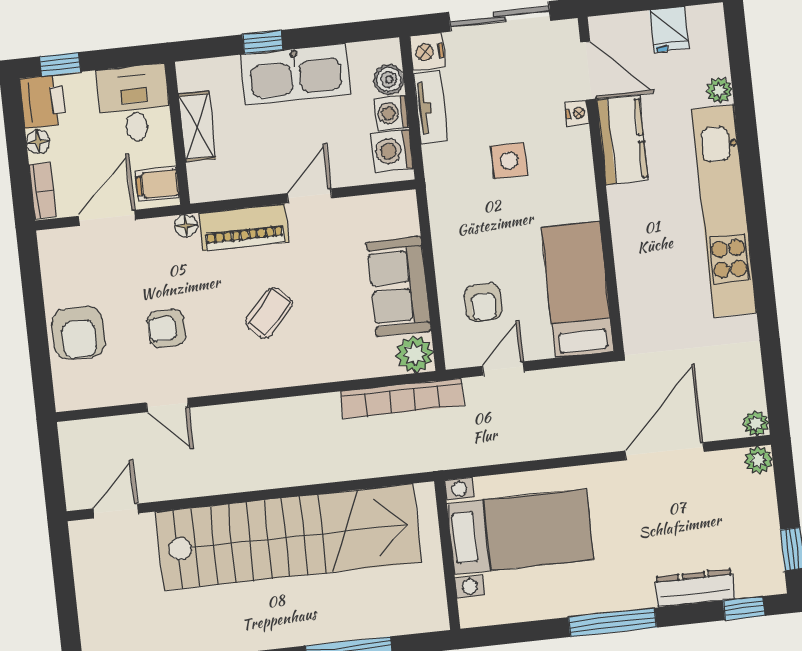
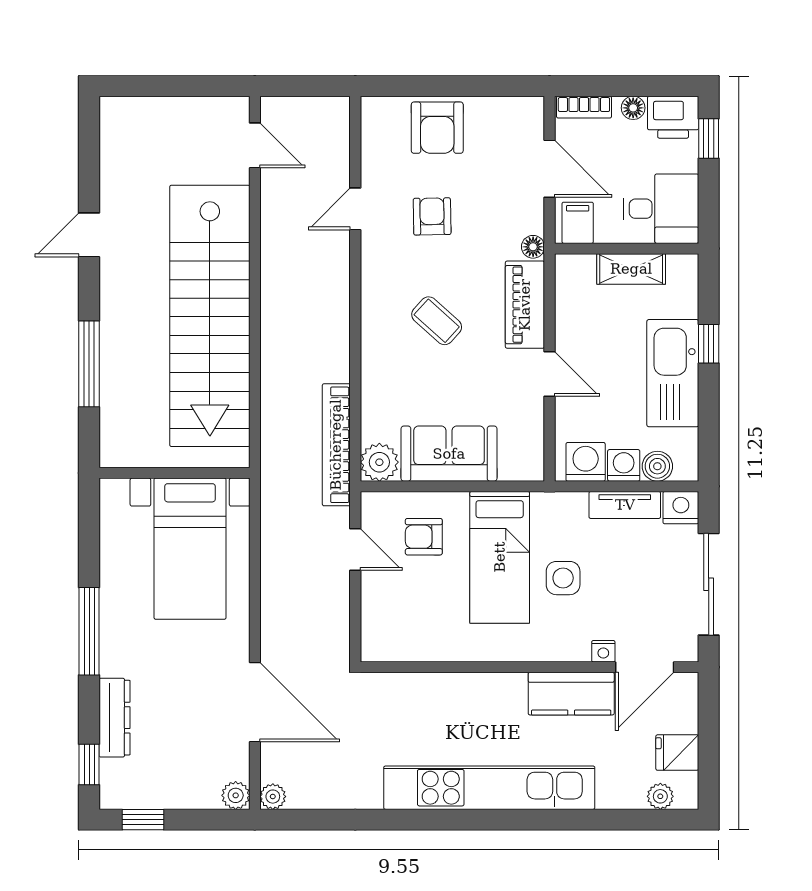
plant: (719, 90) -> (660, 796), moved
bed: (578, 290) -> (500, 557), moved, turned 90
armchair: (78, 333) -> (437, 128), turned -90

